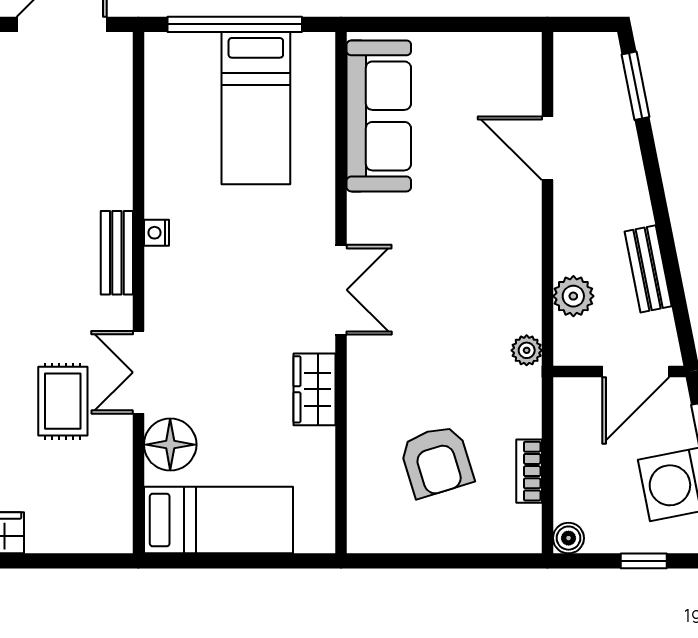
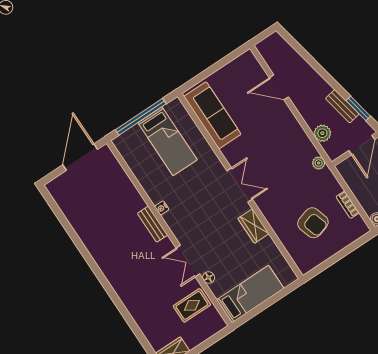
window: (636, 86) -> (358, 108), moved
rug: (63, 401) -> (192, 305), moved, turned 90
floor lamp: (170, 445) -> (209, 277), width x0.53, depth x0.53

